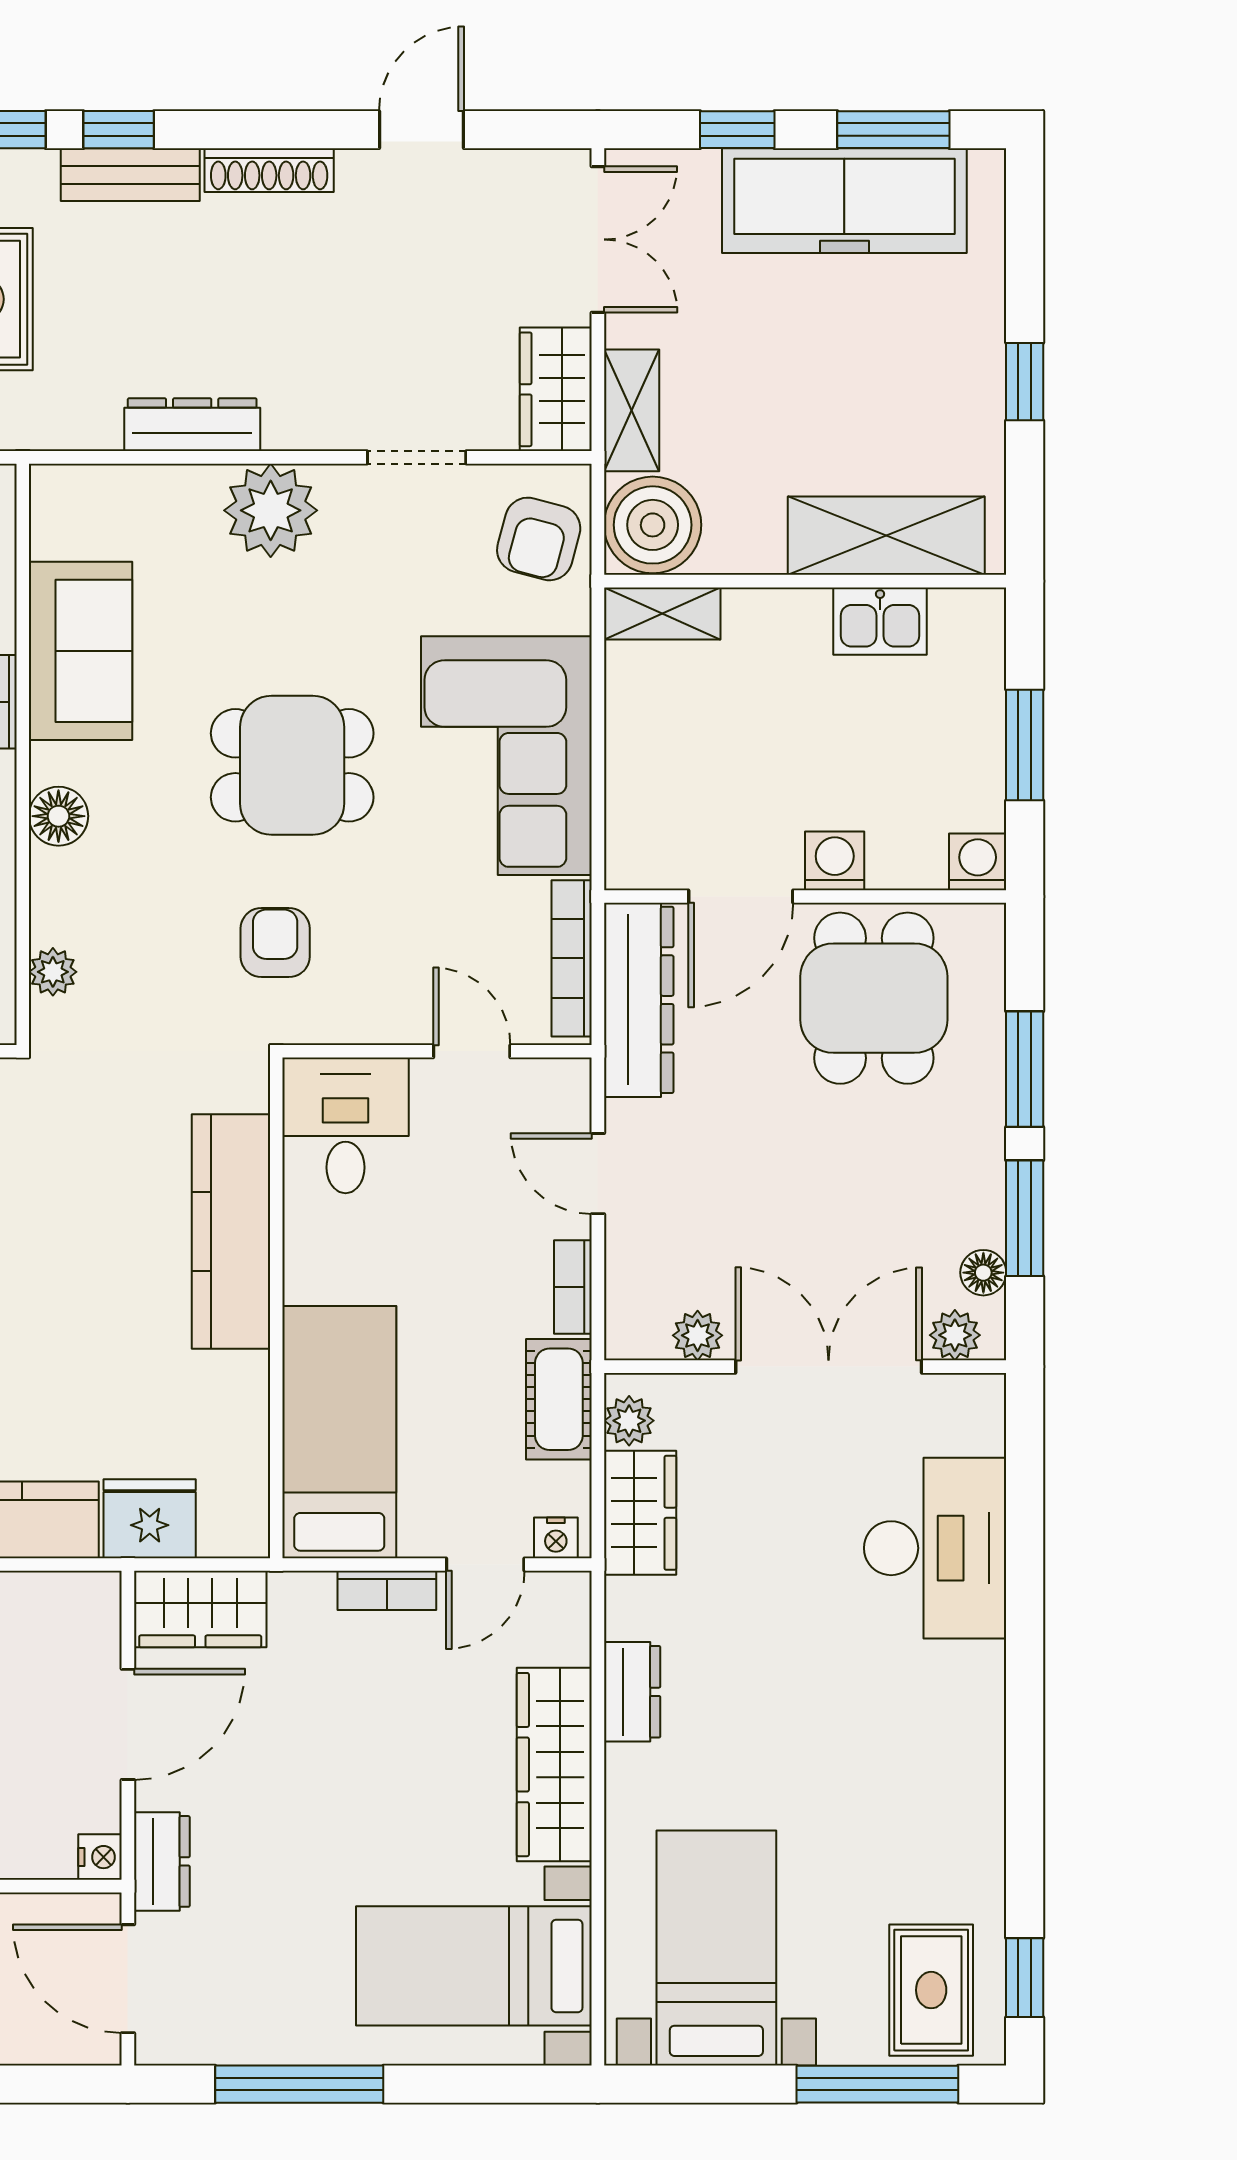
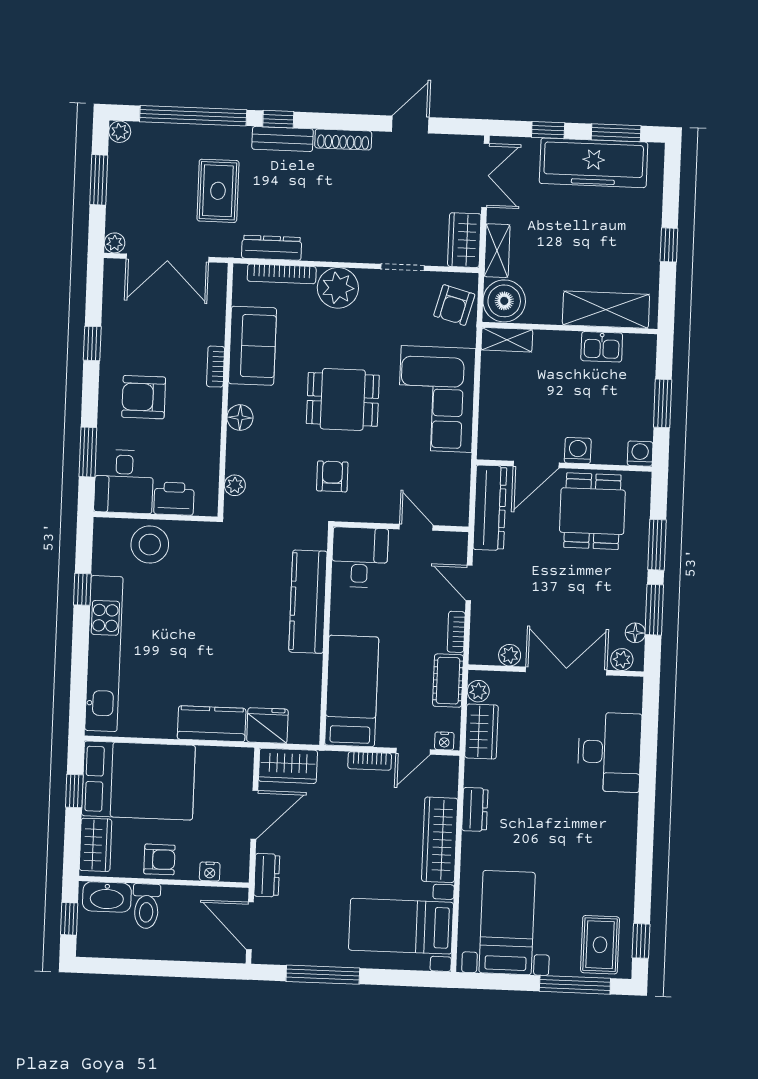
dresser: (192, 425) -> (272, 248), moved
bookcase: (572, 958) -> (282, 274), moved, turned -90
nightstand: (100, 1857) -> (210, 872), moved, turned 90

